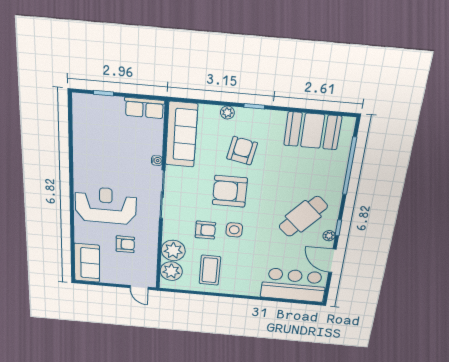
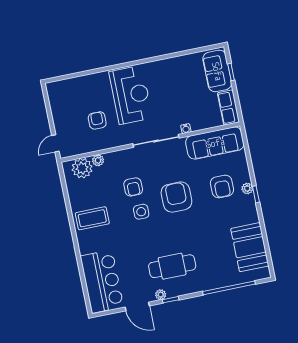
plant: (227, 113) -> (247, 188), moved
armchair: (242, 151) -> (222, 186), moved, turned 79
cafe table: (303, 216) -> (172, 266), turned -42
armchair: (125, 244) -> (97, 120), turned 180
plant: (173, 250) -> (98, 160), width x0.53, depth x0.53
door: (332, 261) -> (137, 307), swing flipped
sofa: (87, 263) -> (217, 71), moved, turned 90
coffee table: (210, 270) -> (92, 218), moved

